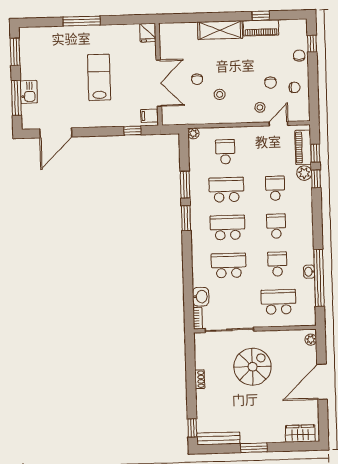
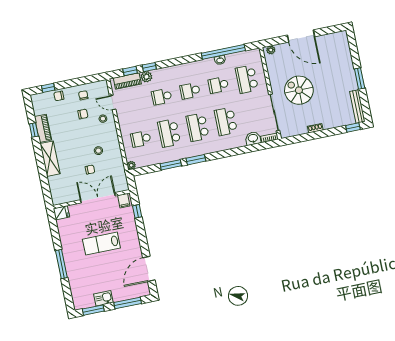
kitchen sink: (29, 92) -> (103, 298), moved
door: (56, 133) -> (149, 269), swing flipped
wardrobe: (300, 433) -> (343, 45), removed

